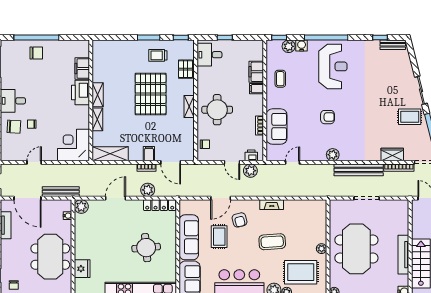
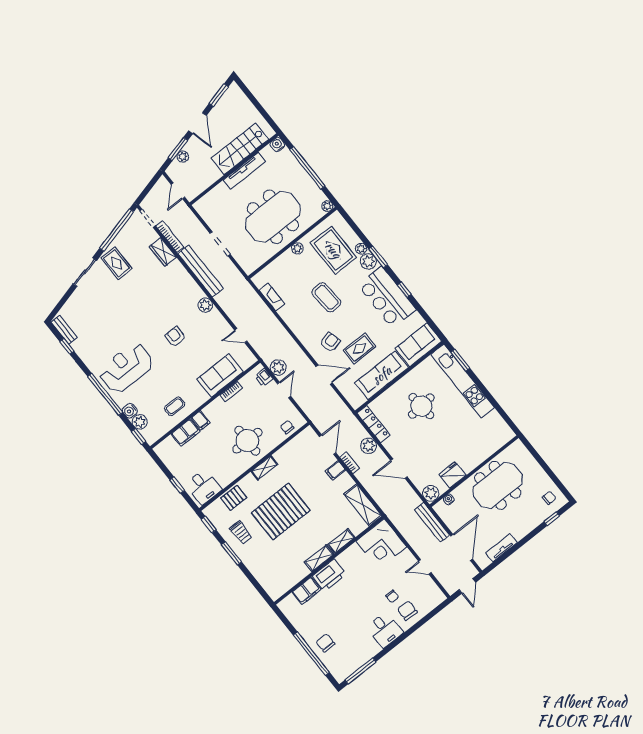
fireplace: (272, 205) -> (272, 297), moved
fridge: (82, 269) -> (453, 475), moved

